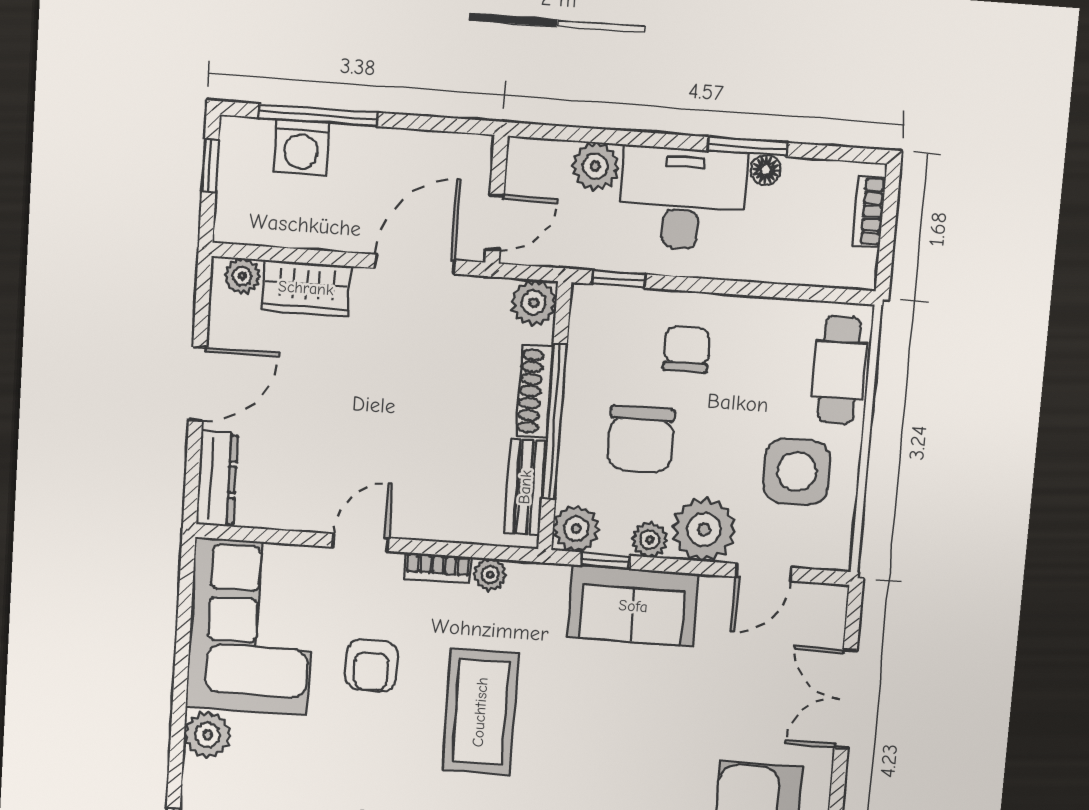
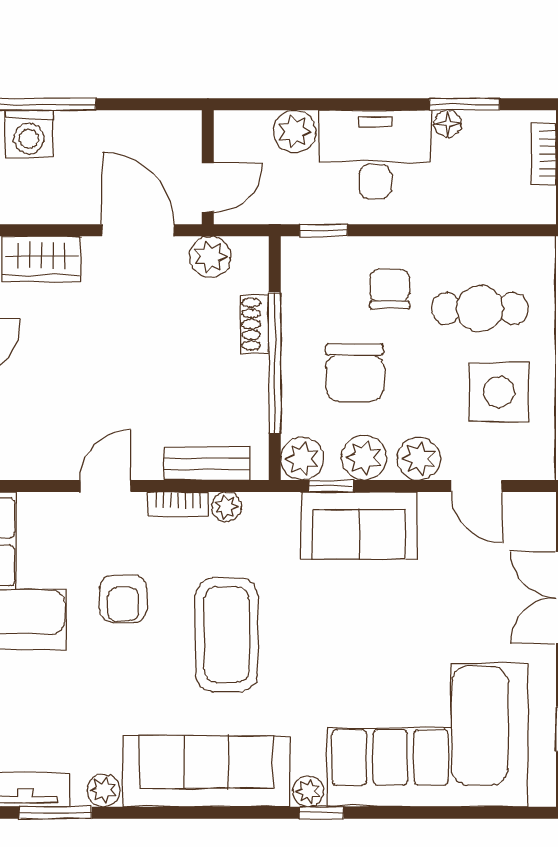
window: (747, 147) -> (464, 104), moved
door: (415, 264) -> (138, 230), hinge flipped
plant: (534, 303) -> (210, 257), moved
cafe table: (839, 370) -> (480, 309), moved, turned 90
shoe rack: (534, 391) -> (255, 324), width x0.70
bench: (525, 487) -> (207, 464), moved, turned 90
plant: (704, 529) -> (419, 459), width x0.73, depth x0.73
plant: (650, 540) -> (364, 458), width x1.38, depth x1.38
door: (764, 572) -> (477, 486), hinge flipped

